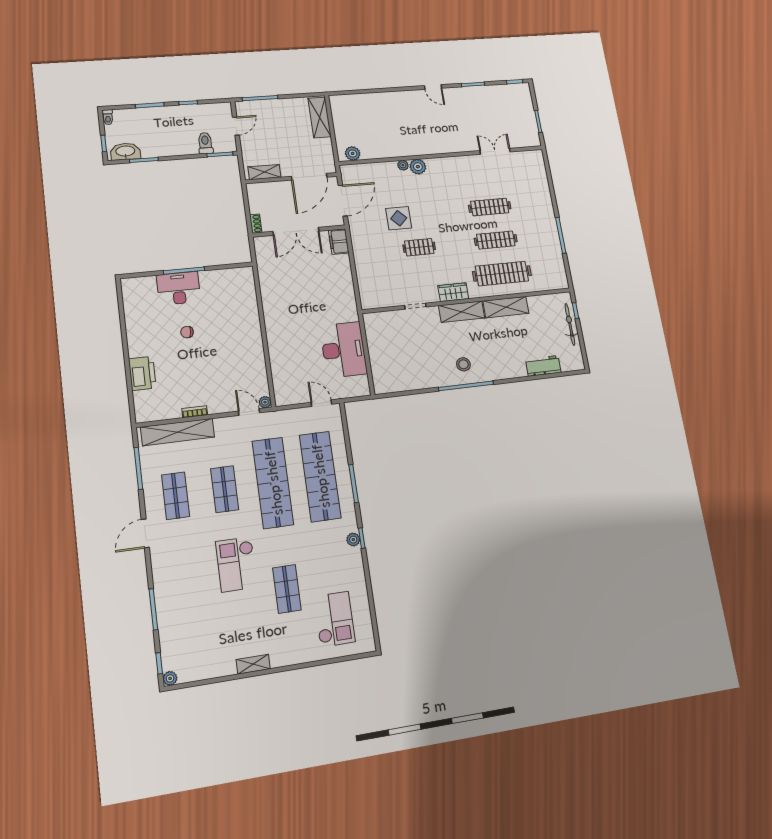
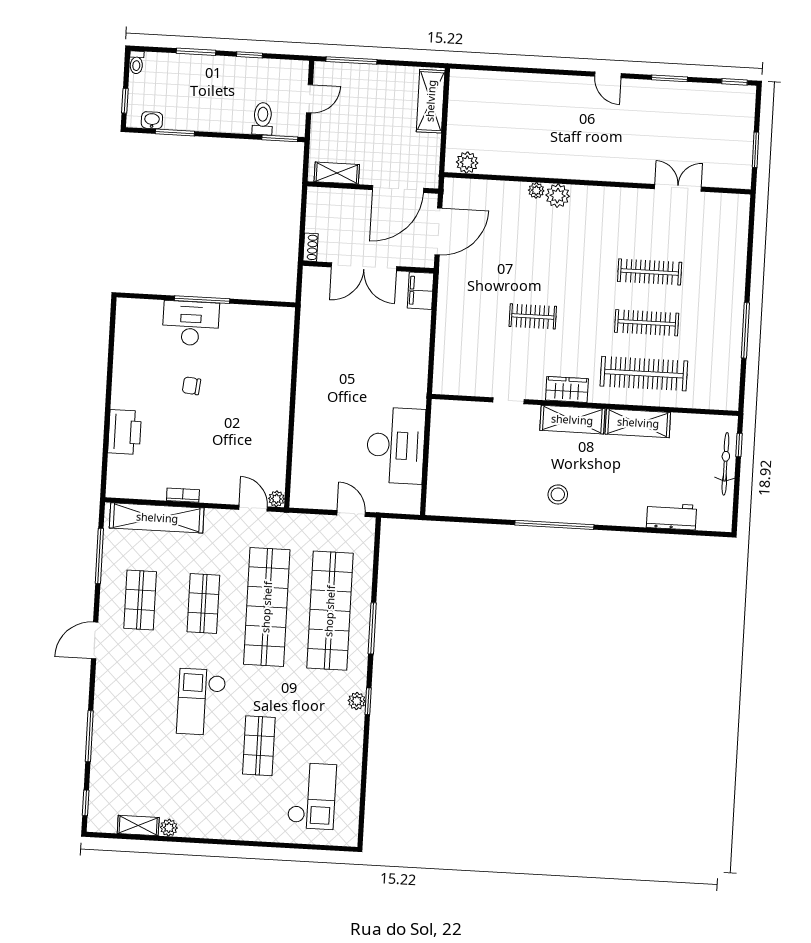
washbasin: (125, 151) -> (152, 120), width x0.52, depth x0.69
display table: (399, 218) -> (513, 269), removed
shelving: (253, 664) -> (138, 825), moved
plant: (170, 678) -> (169, 828), moved

